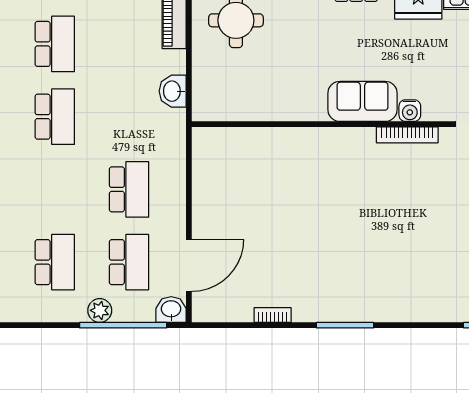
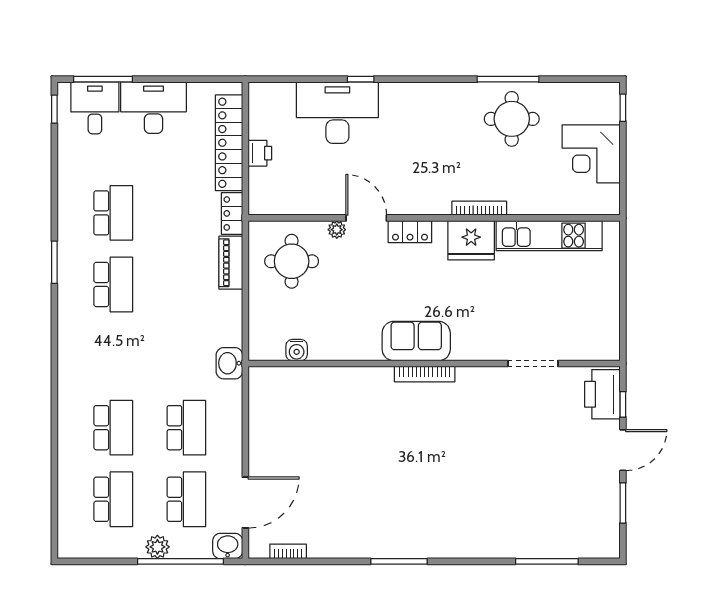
washbasin: (173, 91) -> (229, 363), moved
water cooler: (410, 111) -> (297, 350), moved
school desk: (55, 117) -> (113, 428), moved
bookcase: (407, 135) -> (425, 374), moved
bookcase: (273, 315) -> (288, 551), moved

